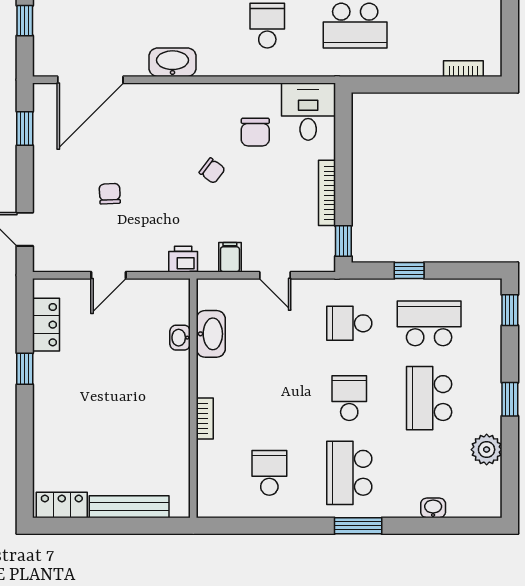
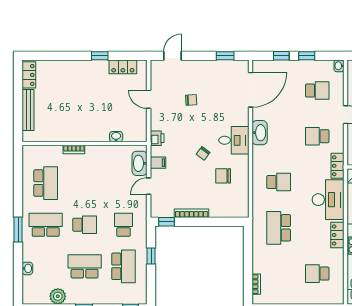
door: (90, 80) -> (250, 90), swing flipped
desk: (308, 112) -> (234, 140), moved
washbasin: (211, 334) -> (140, 163), moved, turned 90
school desk: (269, 473) -> (46, 183), width x1.85

